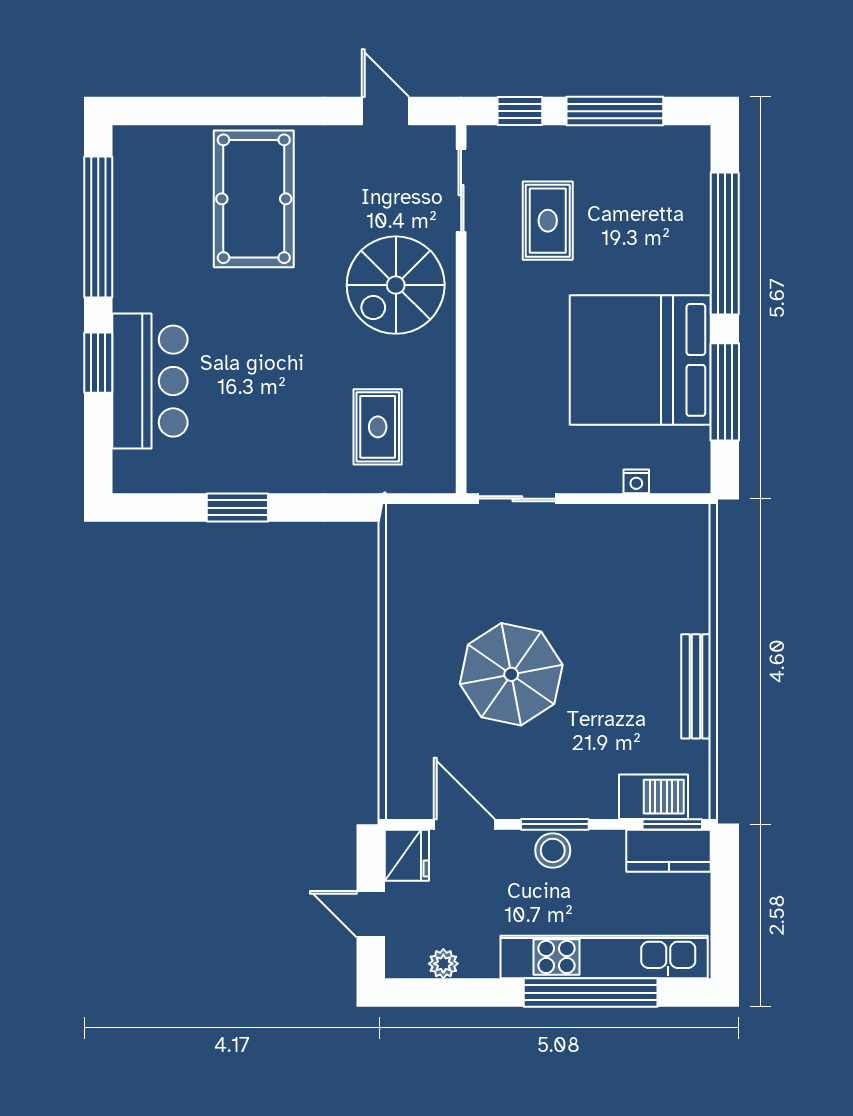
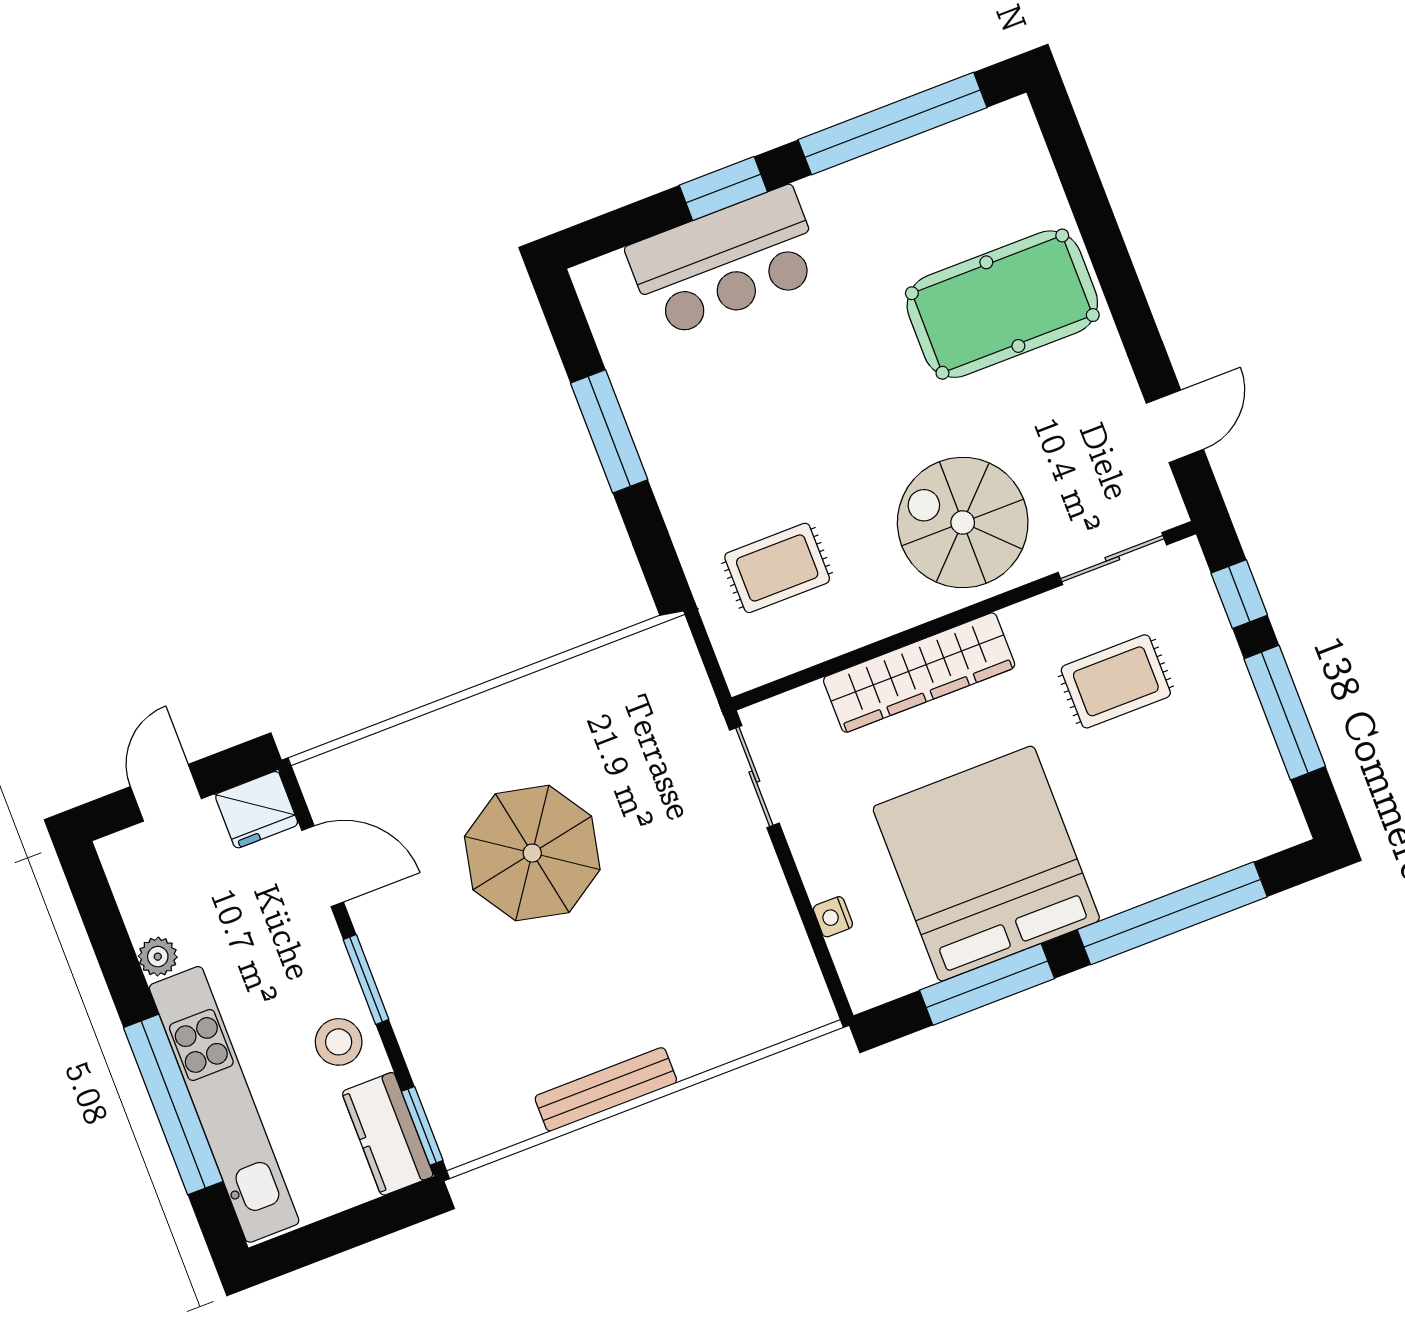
wardrobe: (489, 356) -> (919, 673), added
window: (237, 508) -> (609, 431), width x1.44
barbecue: (654, 797) -> (448, 1089), removed
door: (464, 824) -> (323, 866), hinge flipped
stool: (553, 850) -> (339, 1042), moved
plant: (443, 964) -> (158, 957), moved

